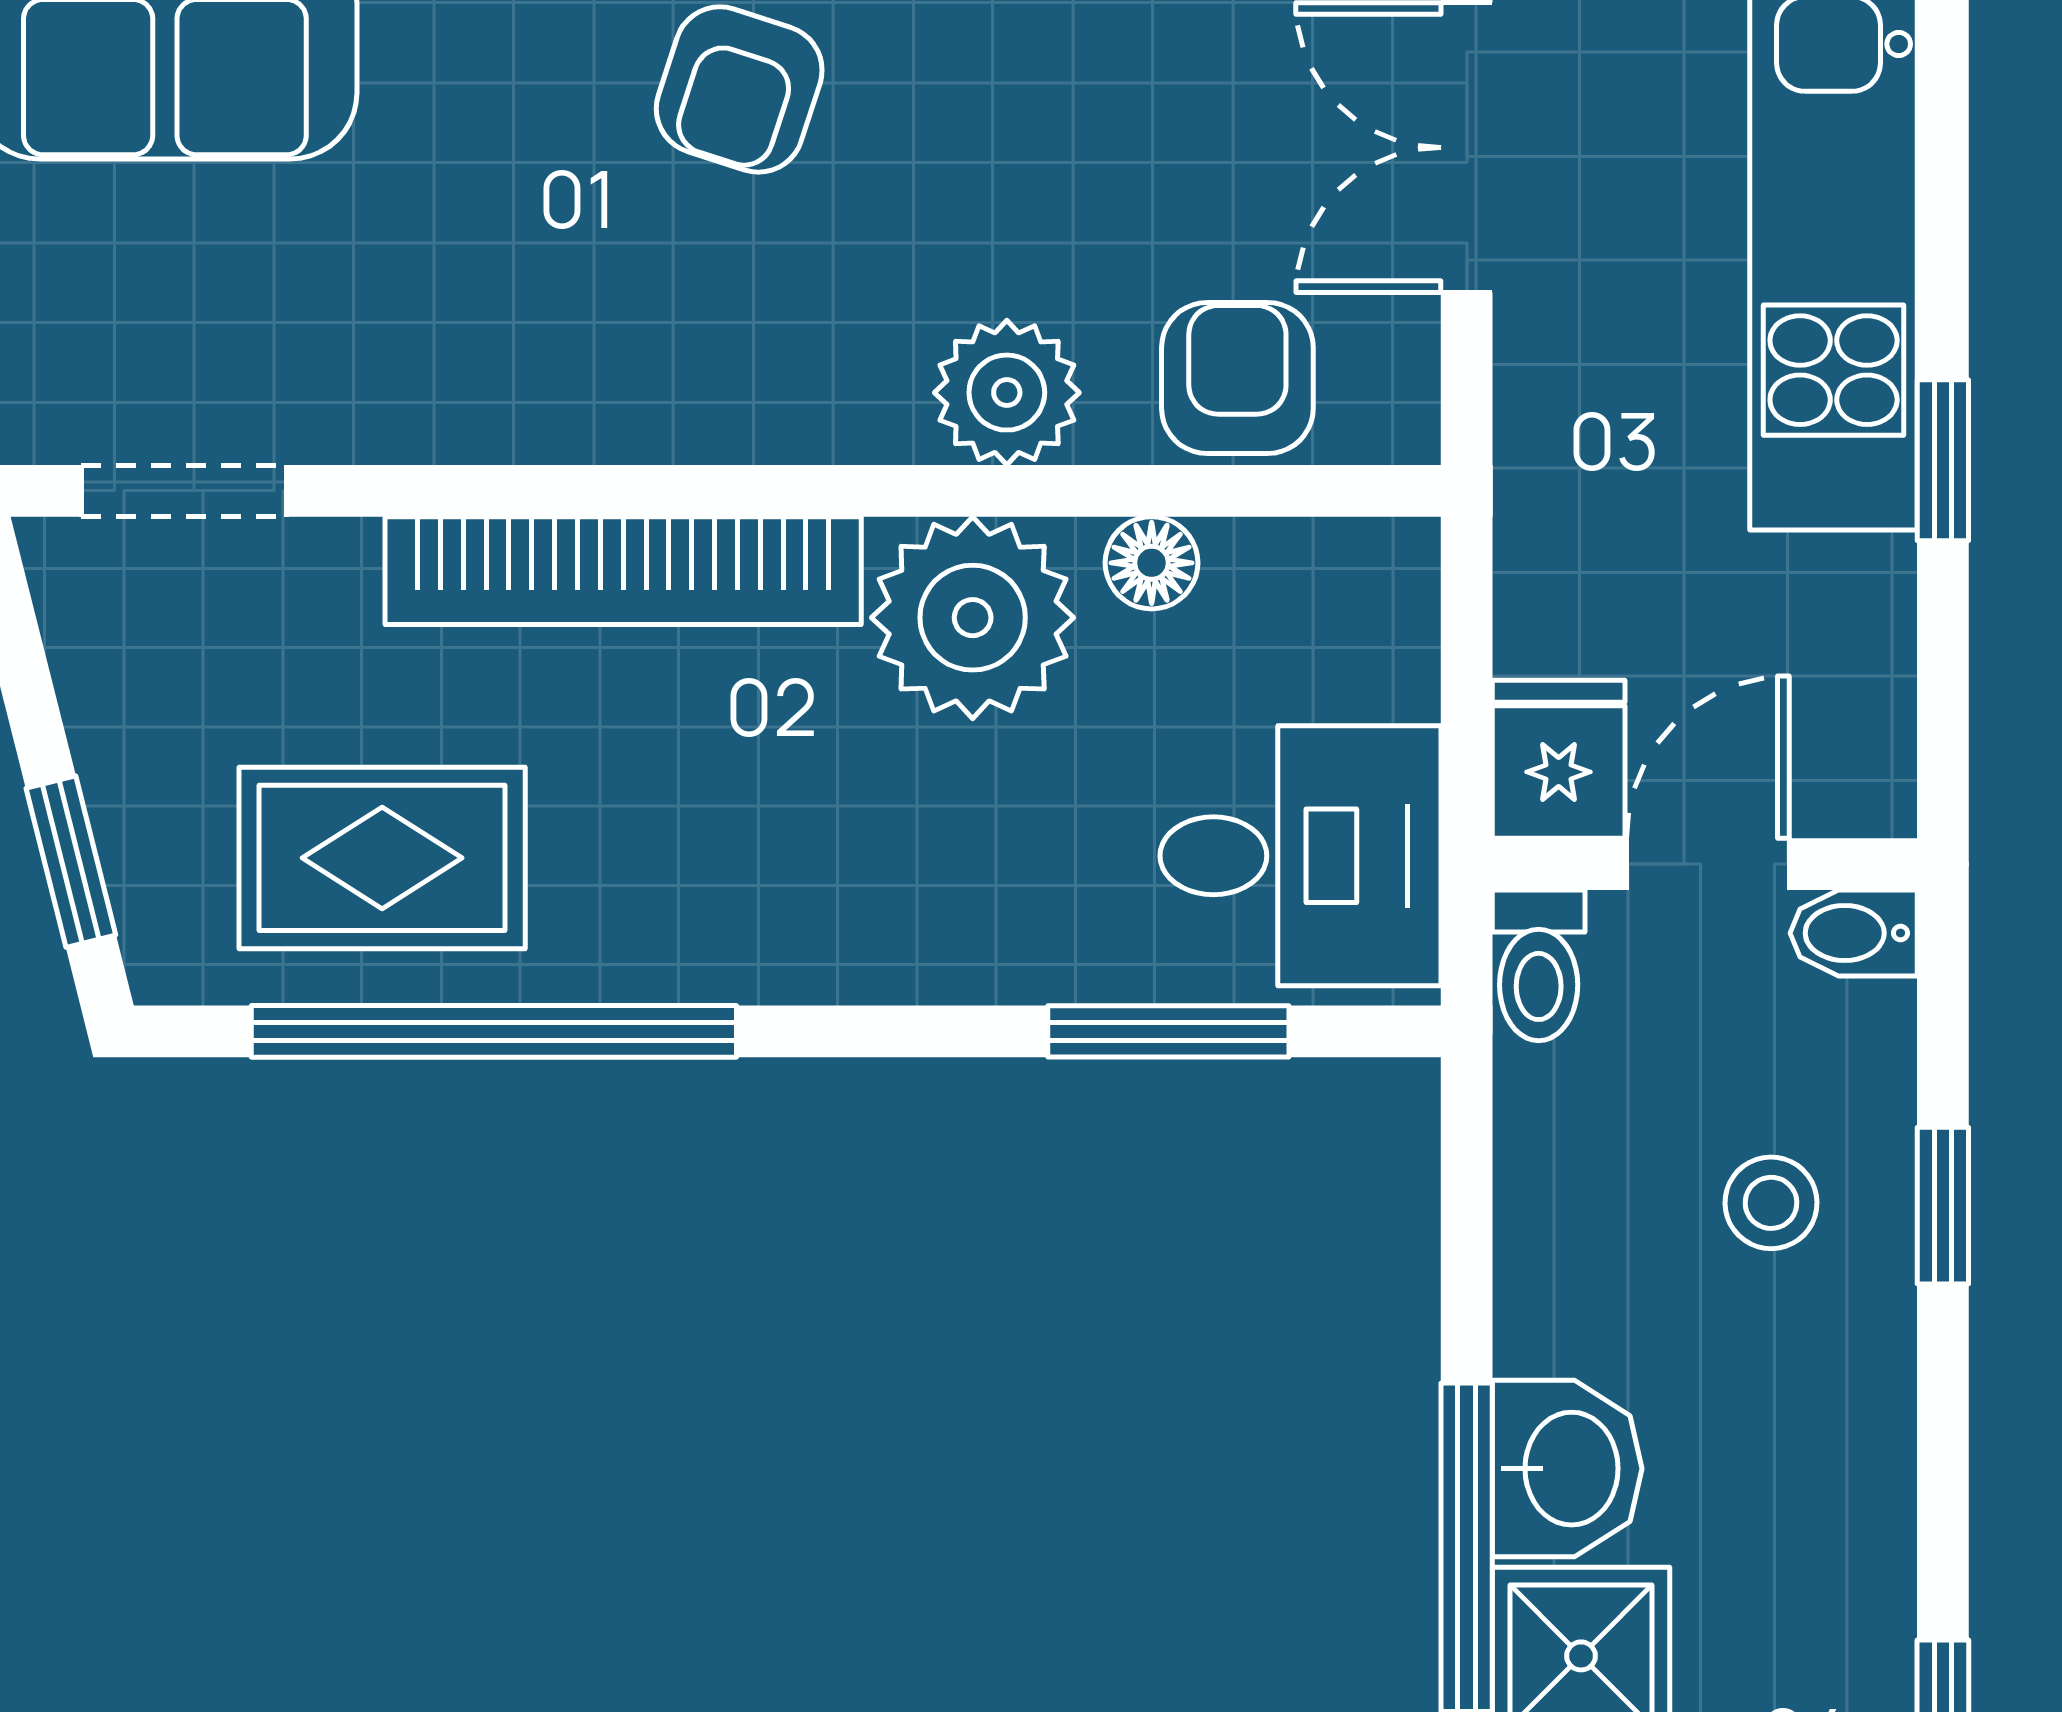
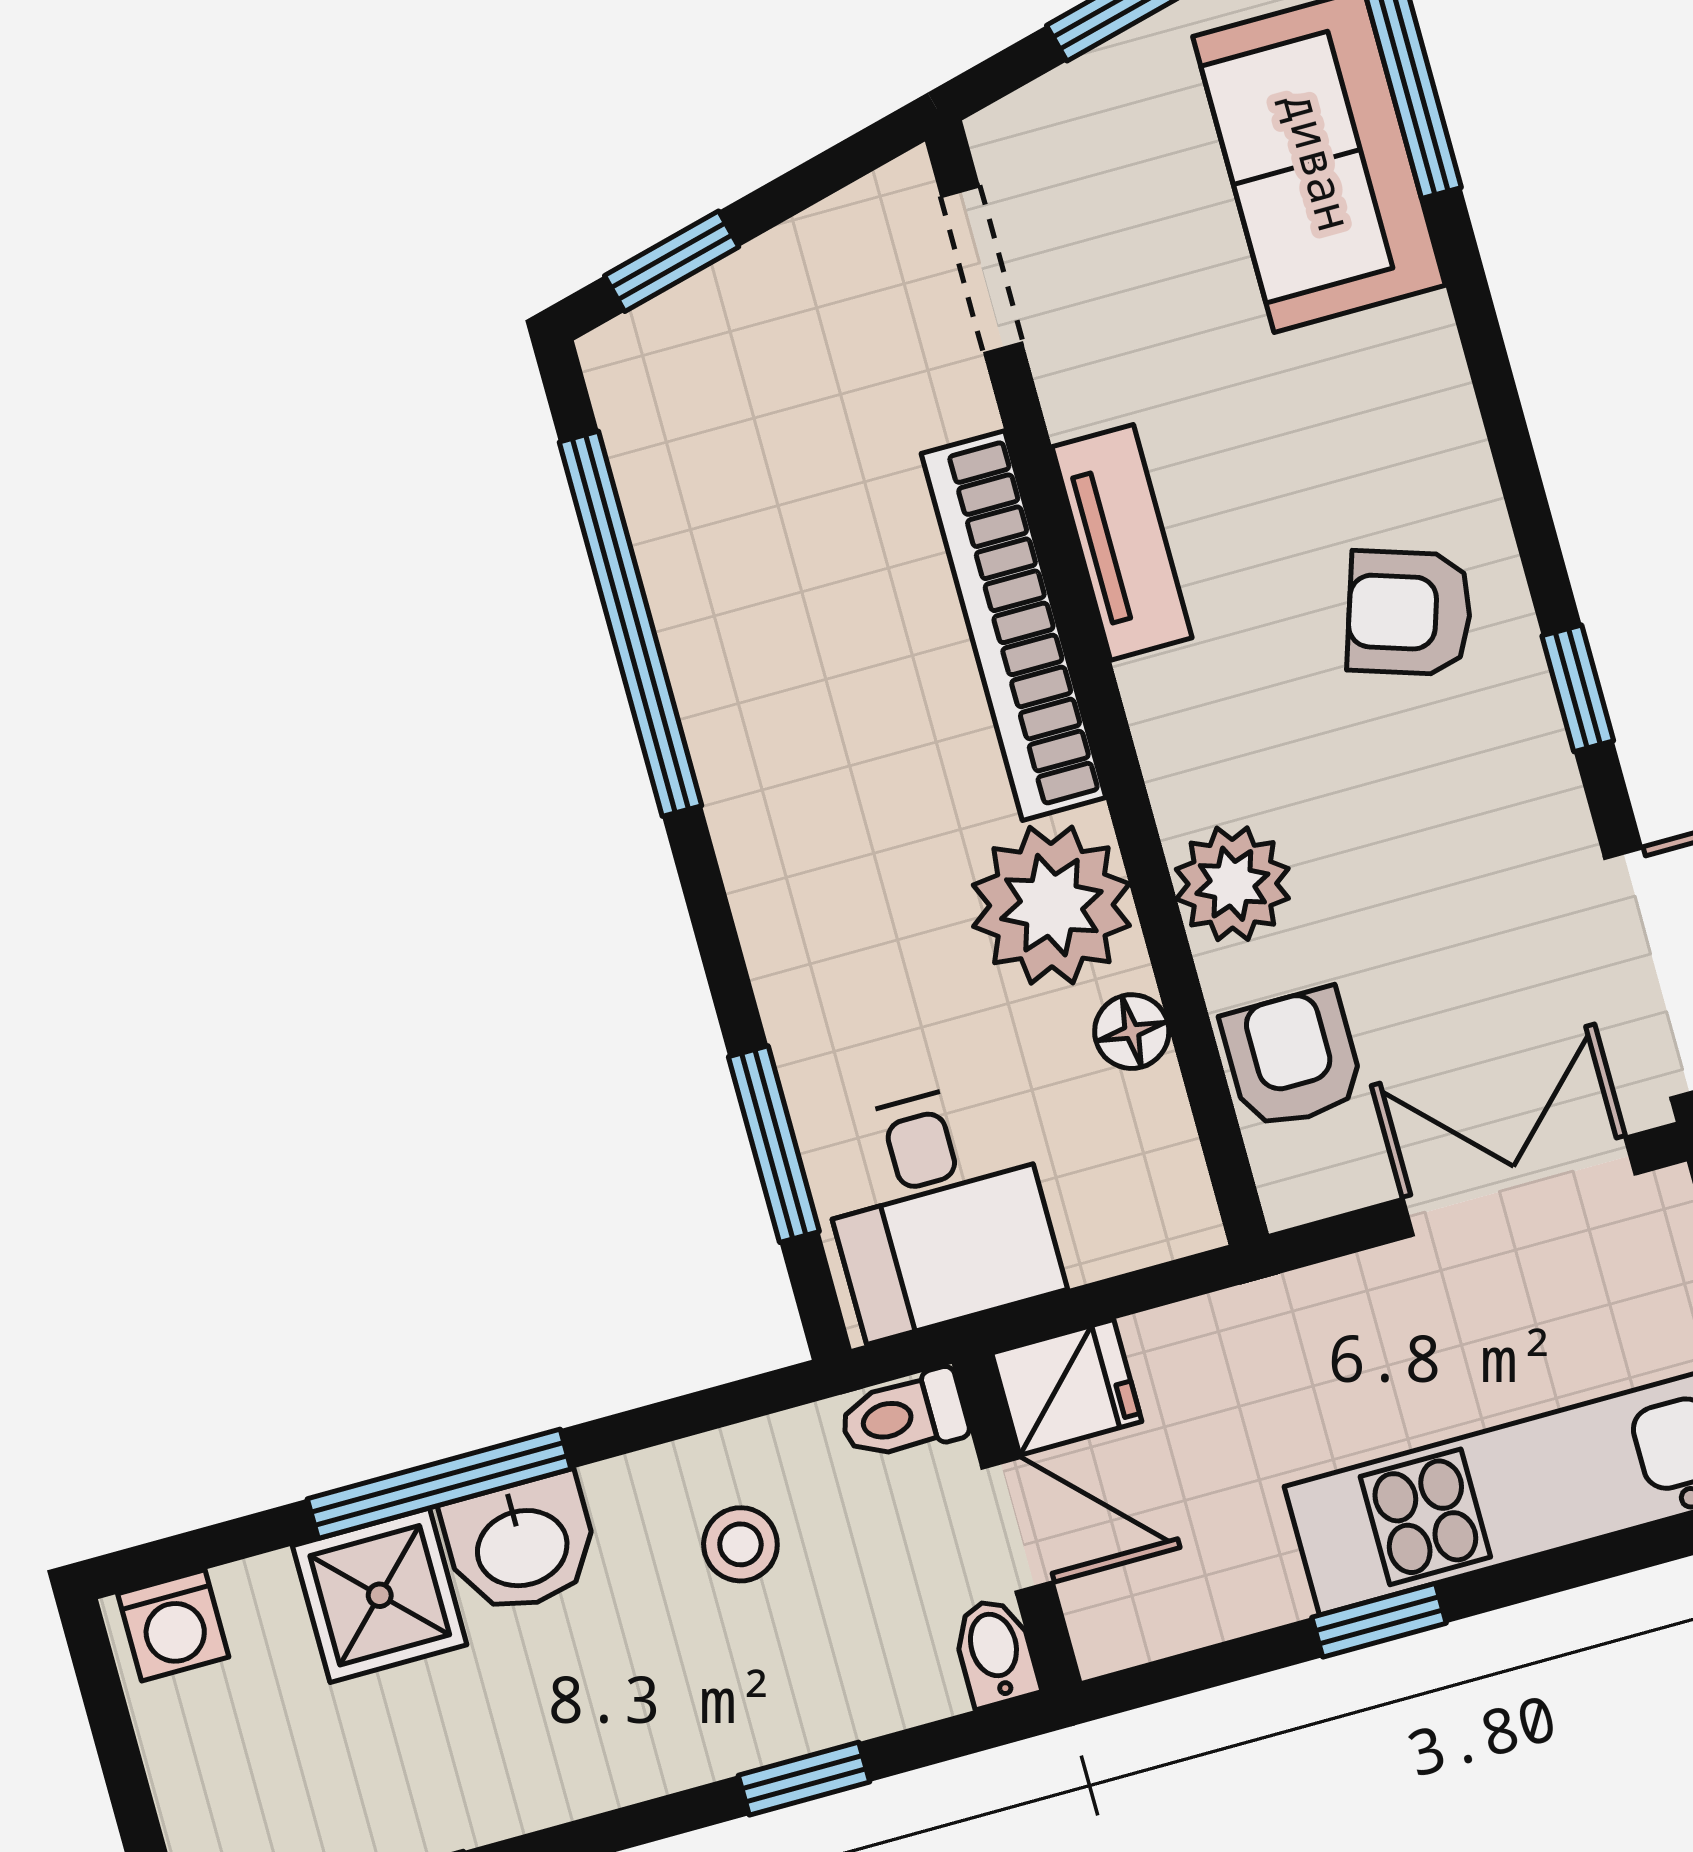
armchair: (1237, 378) -> (1293, 1059), turned -90
tv unit: (559, 412) -> (1122, 542), added
rug: (382, 858) -> (741, 501), removed
stool: (1771, 1203) -> (740, 1544), moved

